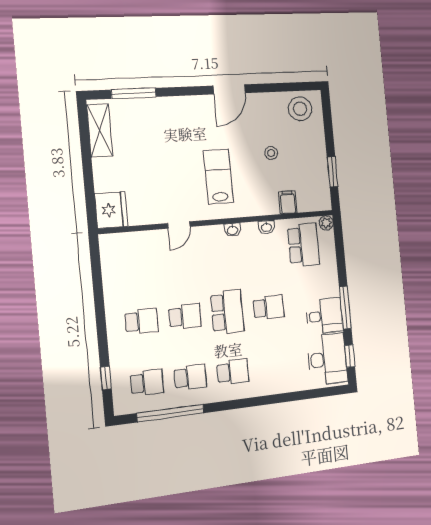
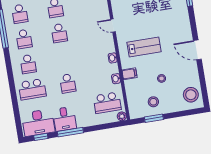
stool: (307, 170) -> (153, 102), added
filing cabinet: (288, 202) -> (130, 74), moved
school desk: (227, 312) -> (32, 89), moved

